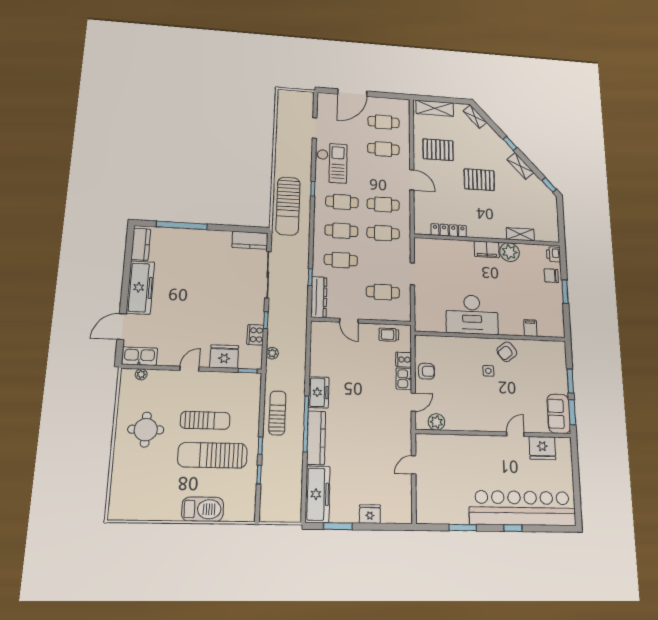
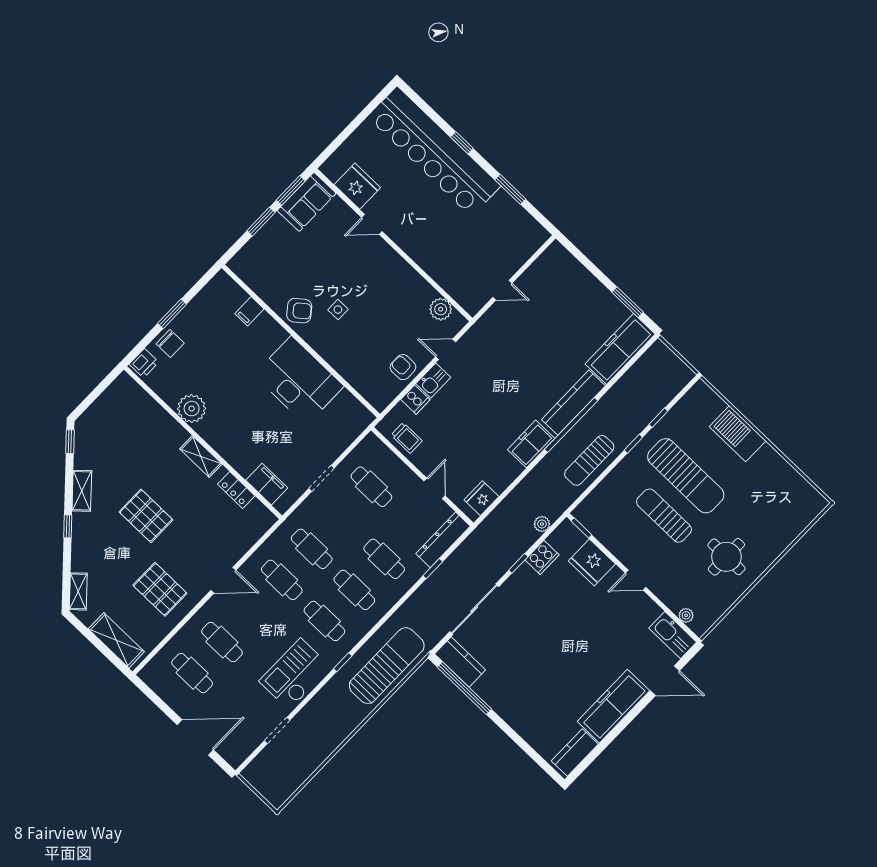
door: (412, 180) -> (223, 580), swing flipped
window: (182, 225) -> (464, 688), moved
locker: (449, 230) -> (236, 490), width x0.66
shelving: (520, 234) -> (201, 456), moved
filing cabinet: (487, 249) -> (267, 484), moved
fridge: (370, 514) -> (481, 498), moved, turned 90

